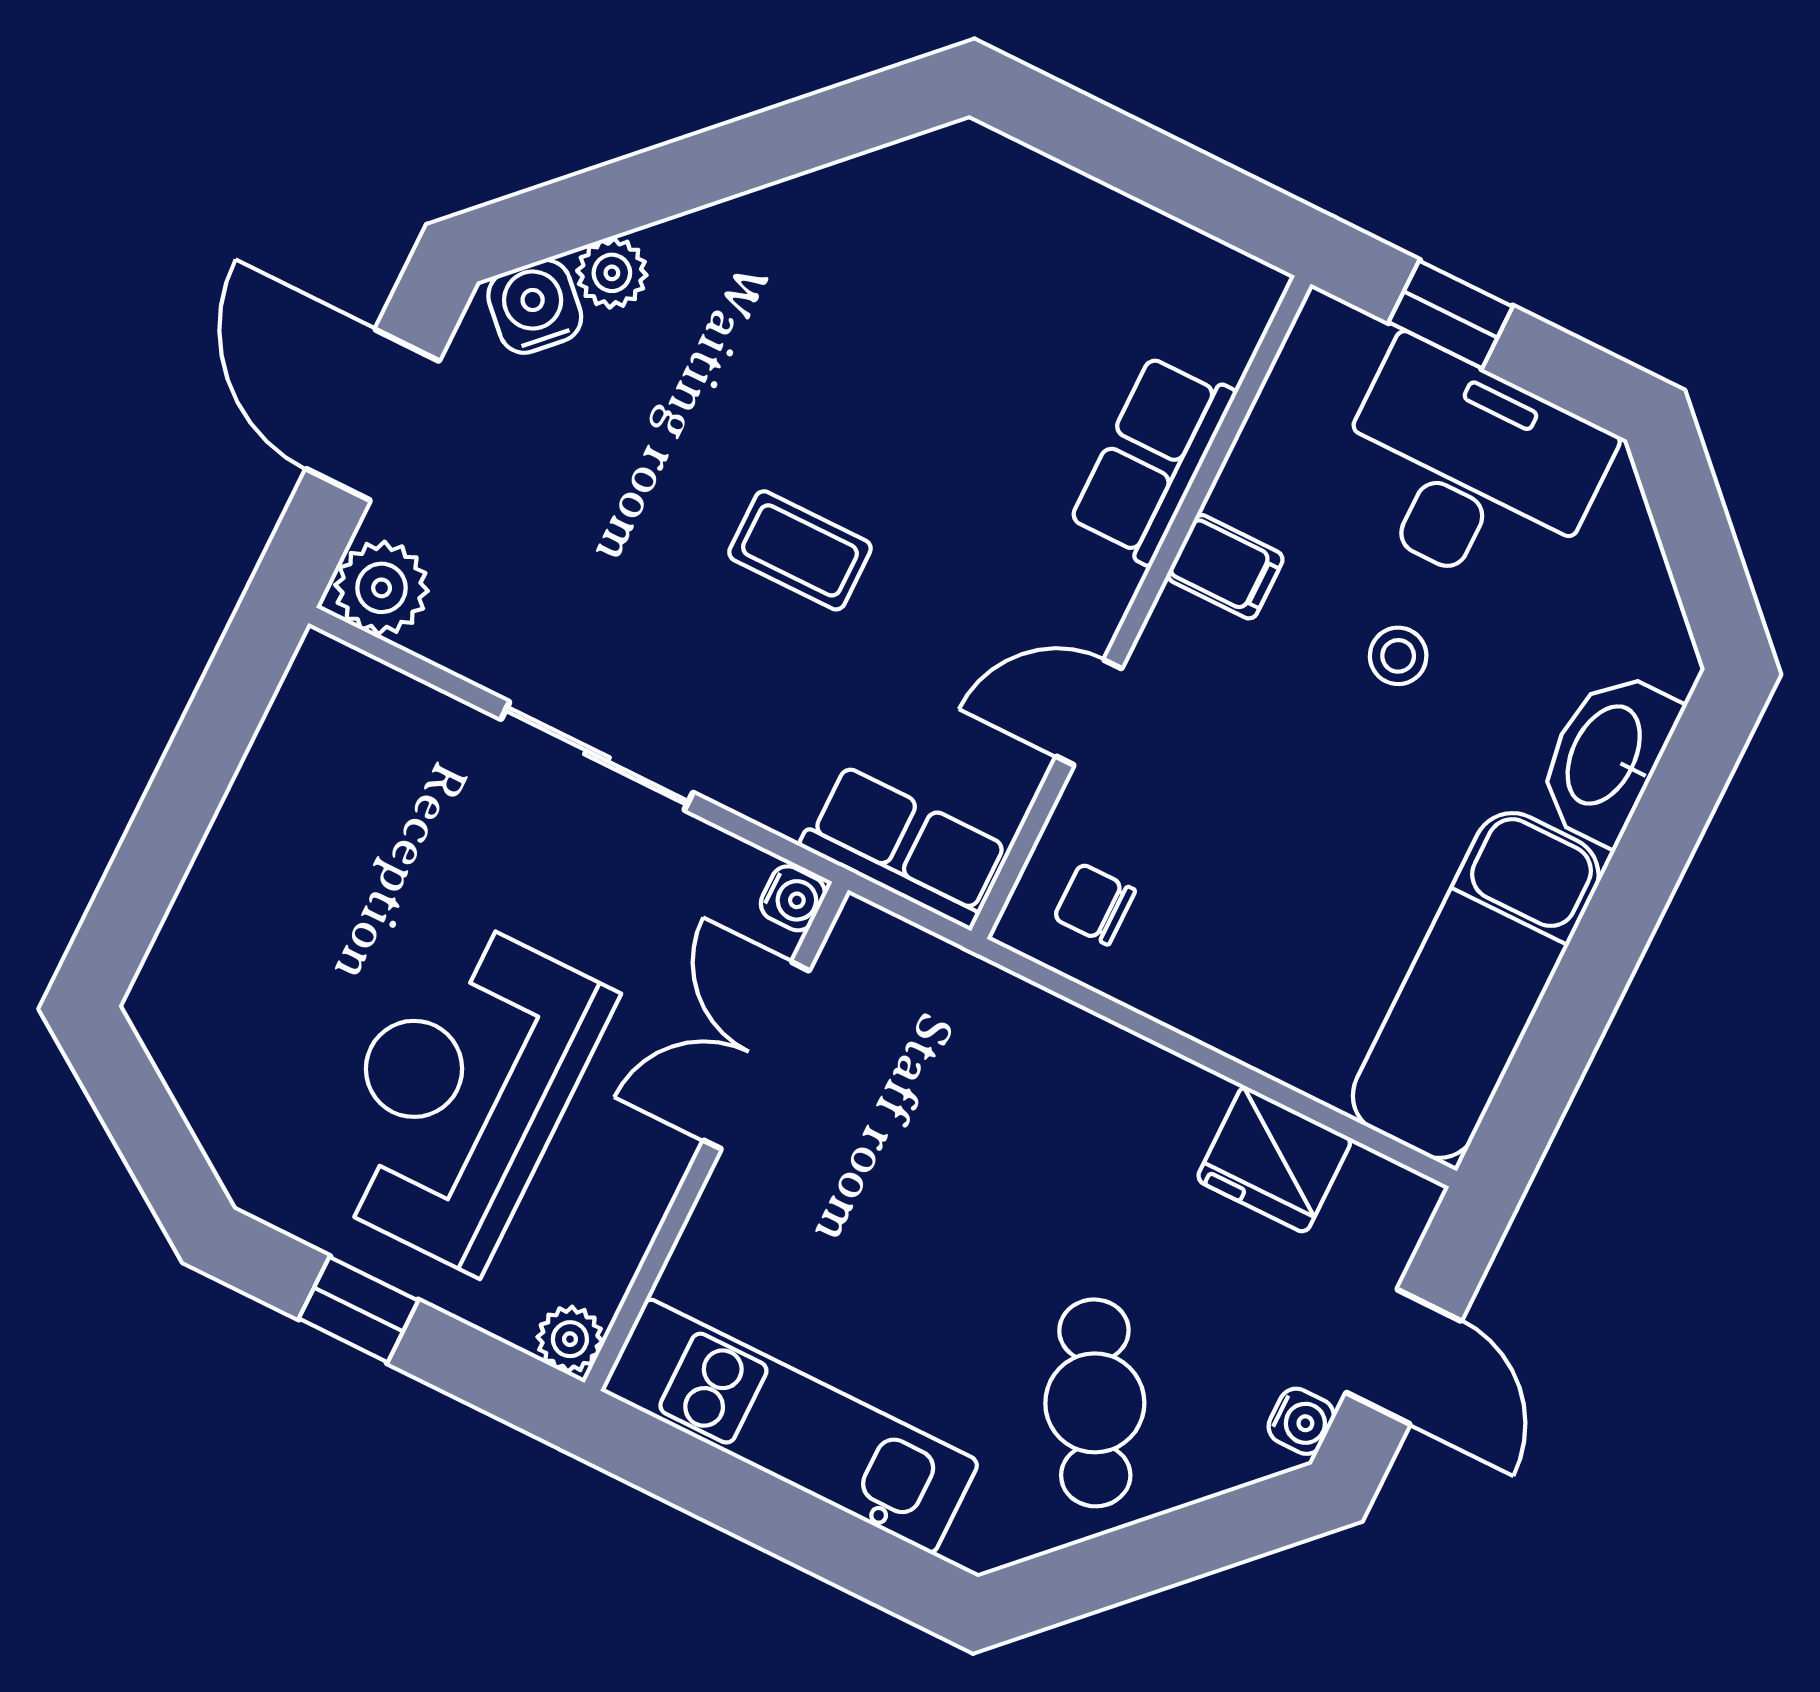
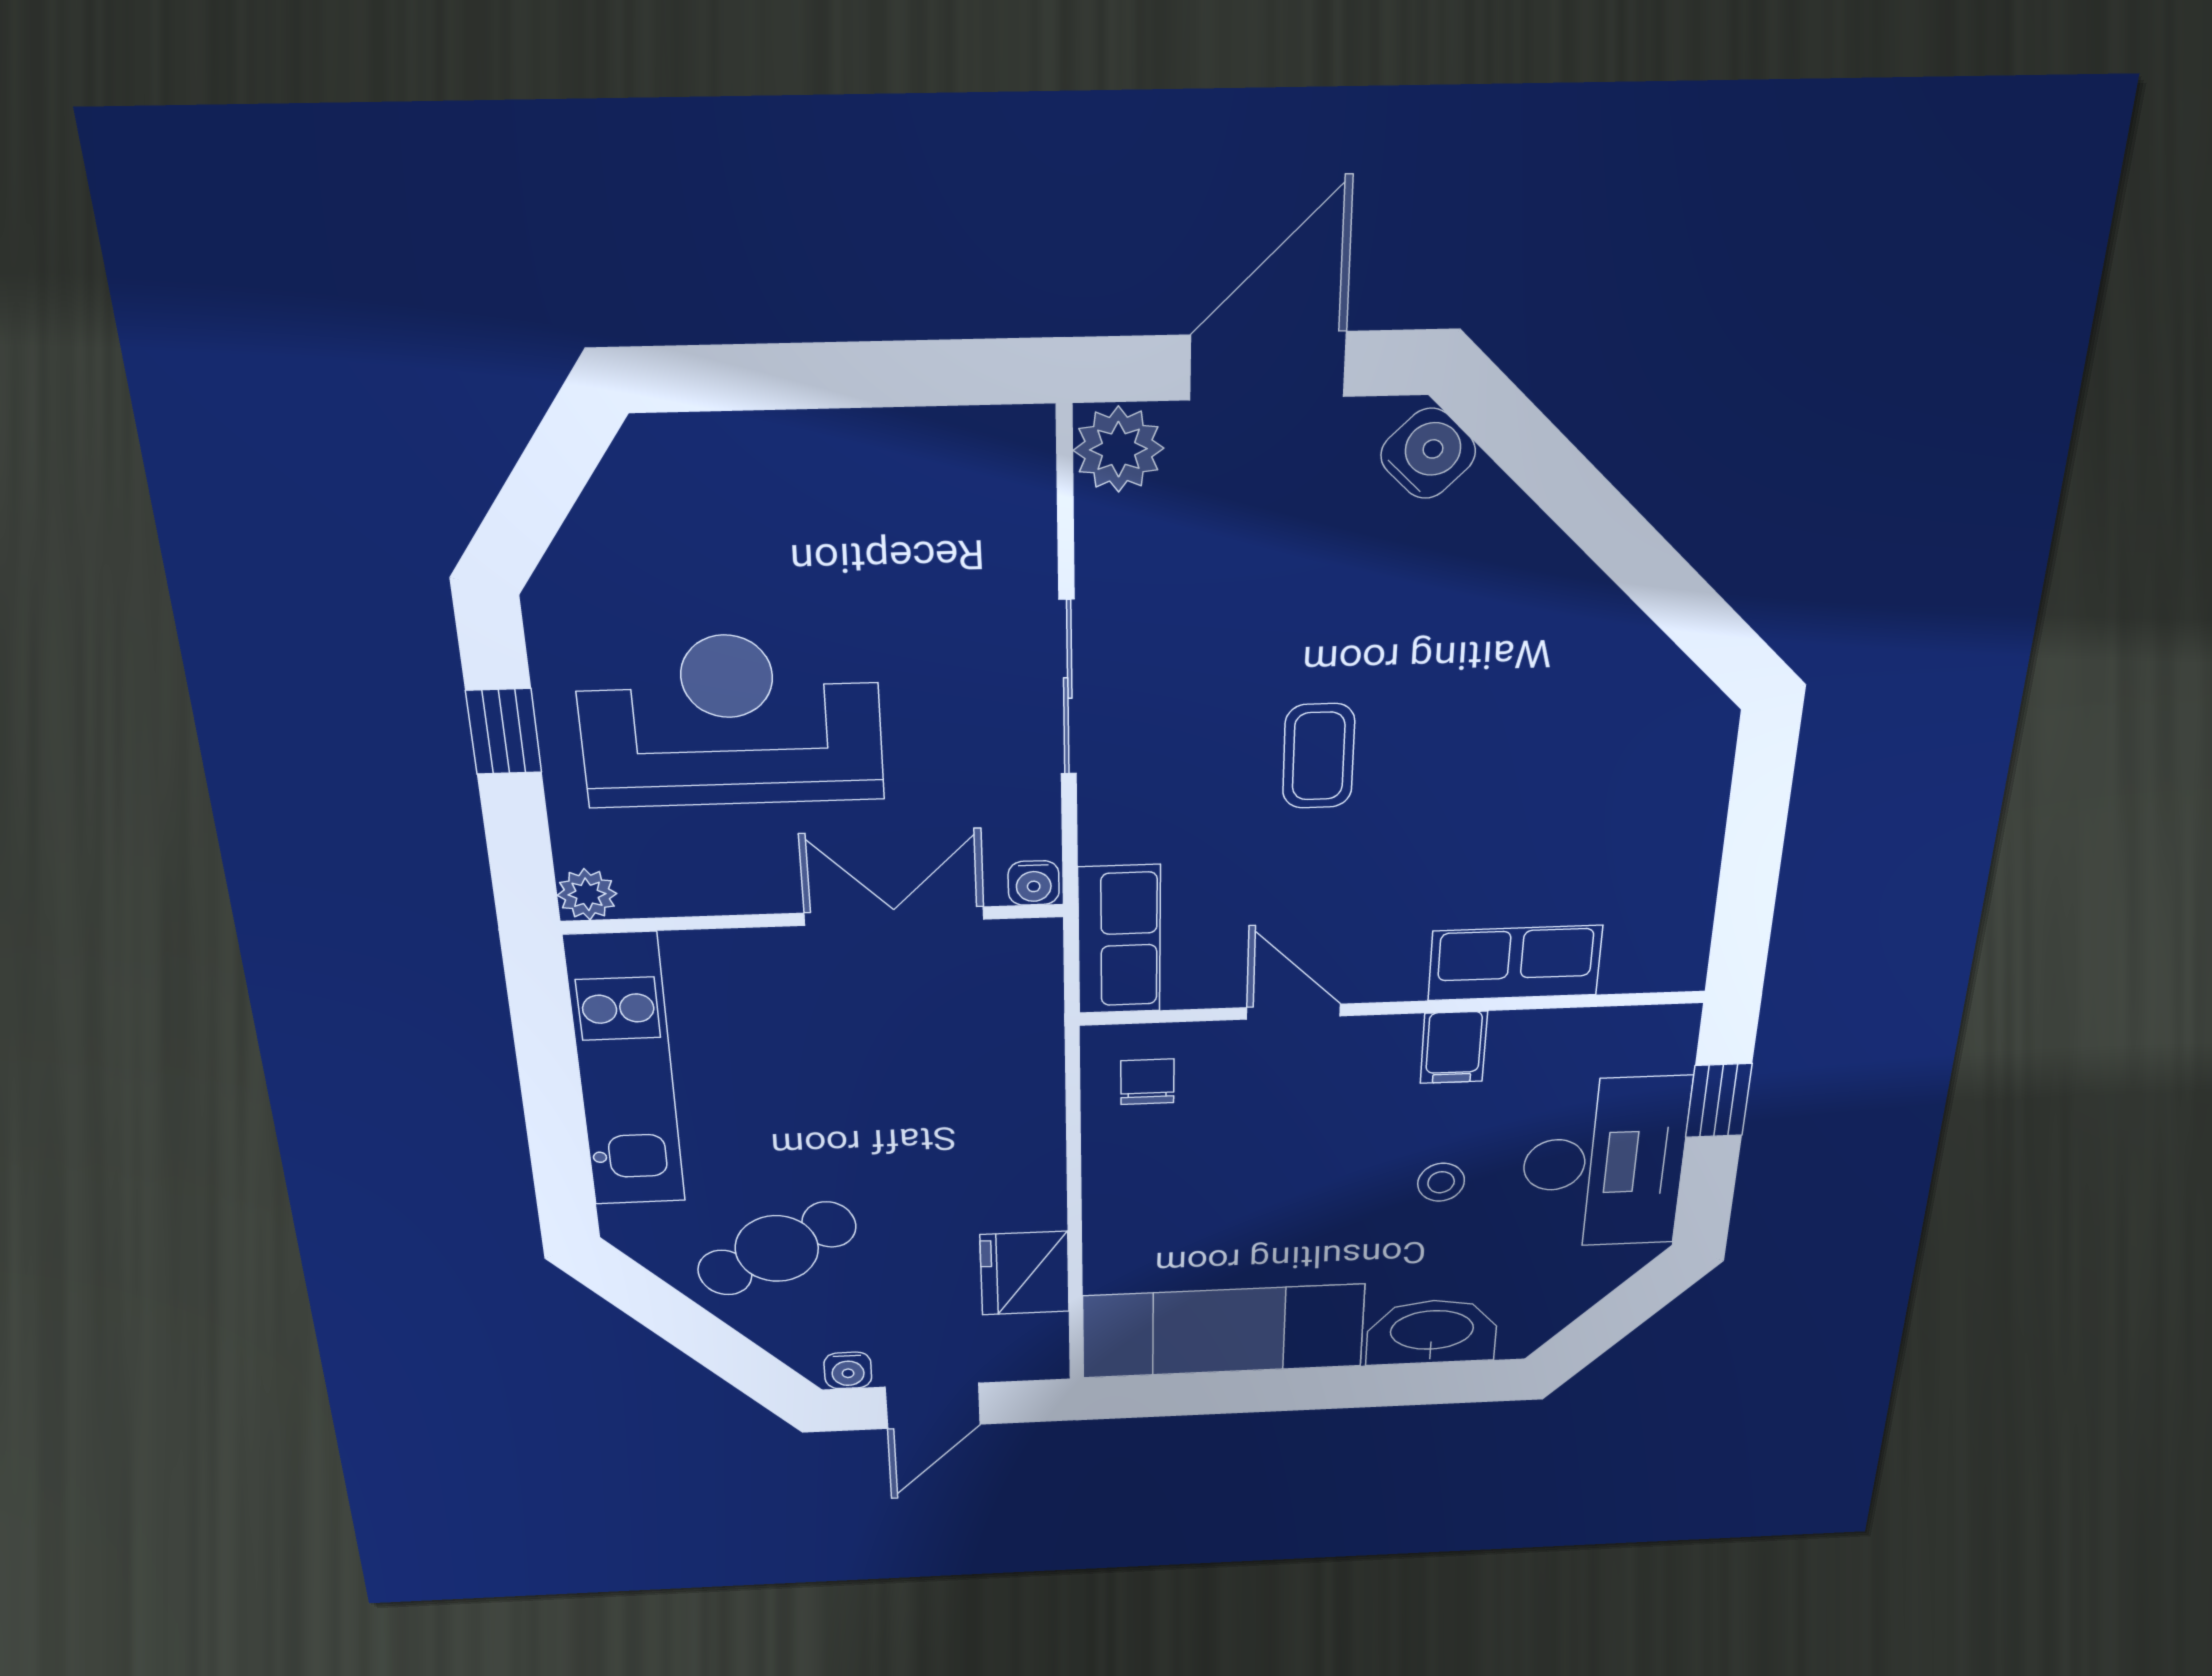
plant: (612, 273) -> (1486, 501), removed

